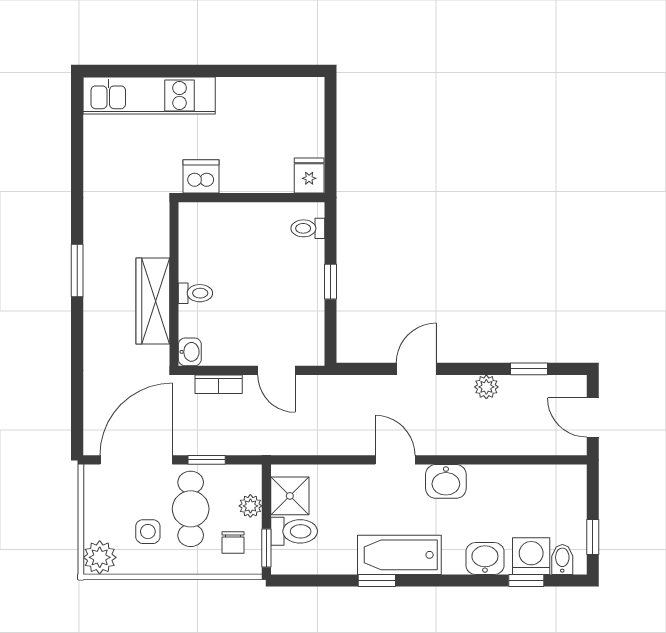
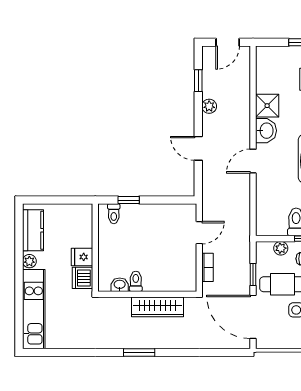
plant: (229, 88) -> (29, 261), added
kitchen counter: (280, 94) -> (33, 230), added
fridge: (309, 176) -> (82, 257), moved
window: (330, 282) -> (129, 200), moved
toilet: (195, 293) -> (136, 281), moved
washbasin: (190, 352) -> (120, 285), moved
shower: (290, 496) -> (267, 106), moved

